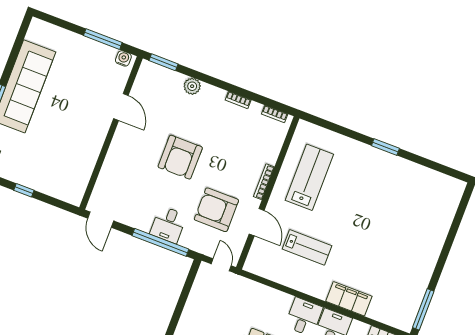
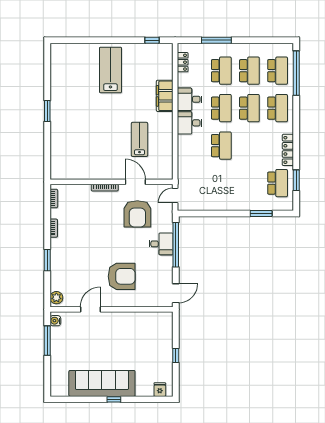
window: (163, 62) -> (47, 260), moved
plant: (192, 86) -> (56, 298), moved
armchair: (180, 157) -> (122, 276), moved
lab bench: (309, 177) -> (110, 70), moved, turned 90
door: (257, 222) -> (135, 182), hinge flipped
window: (423, 309) -> (152, 40), width x0.46

